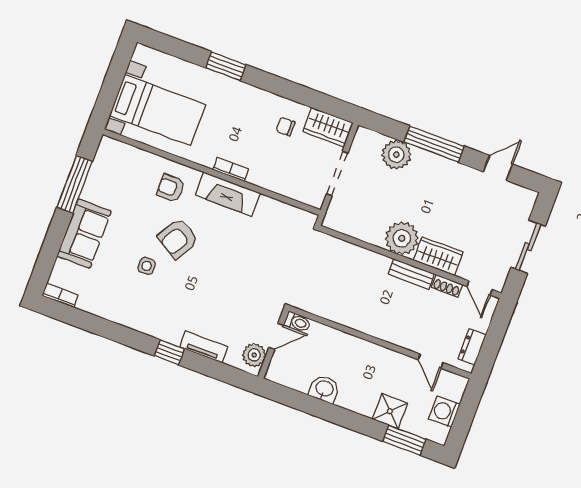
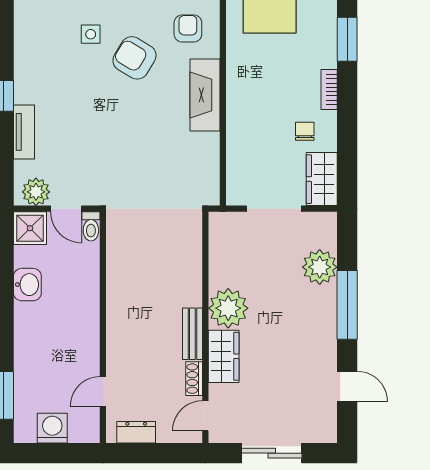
bookcase: (231, 169) -> (329, 90), moved, turned 180
shower: (390, 411) -> (30, 228), moved

